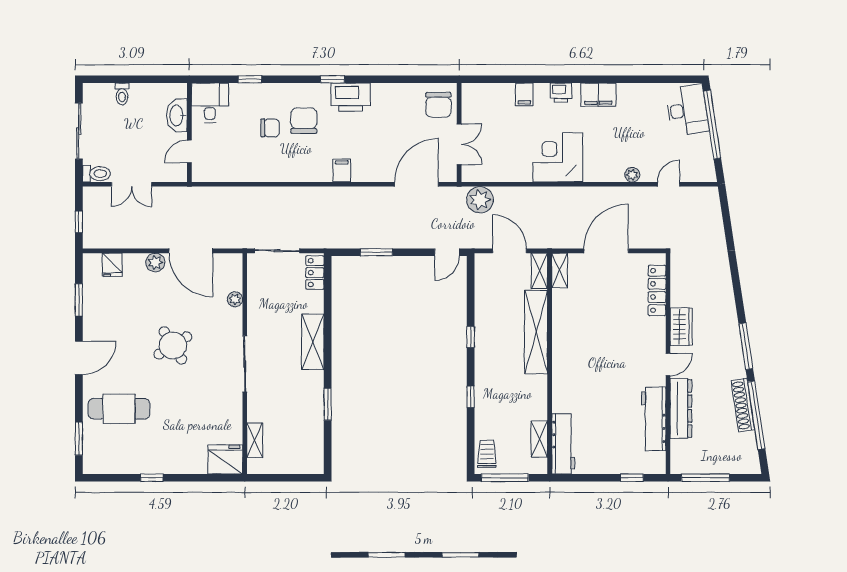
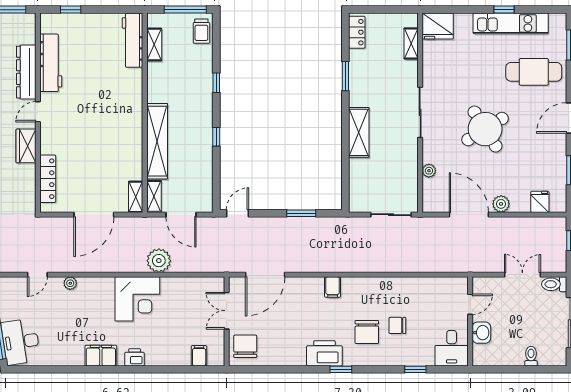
filing cabinet: (524, 94) -> (199, 356), moved
washbasin: (177, 115) -> (481, 333), width x0.72
plant: (480, 200) -> (159, 261), moved
locker: (315, 273) -> (357, 32), moved
round table: (173, 345) -> (485, 129), width x1.36, depth x1.36
kitchen unit: (145, 462) -> (511, 23), added

